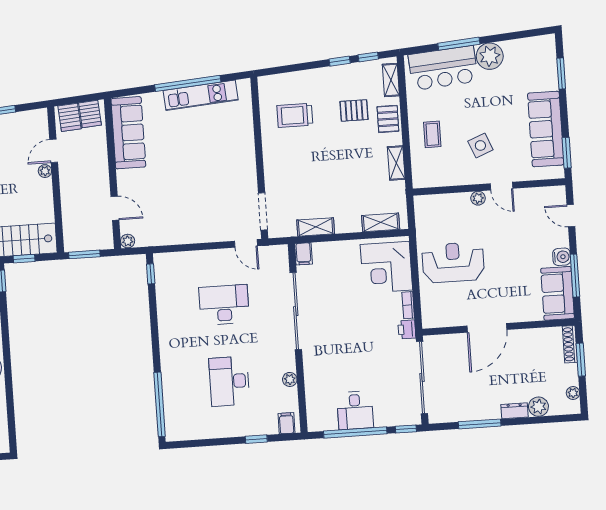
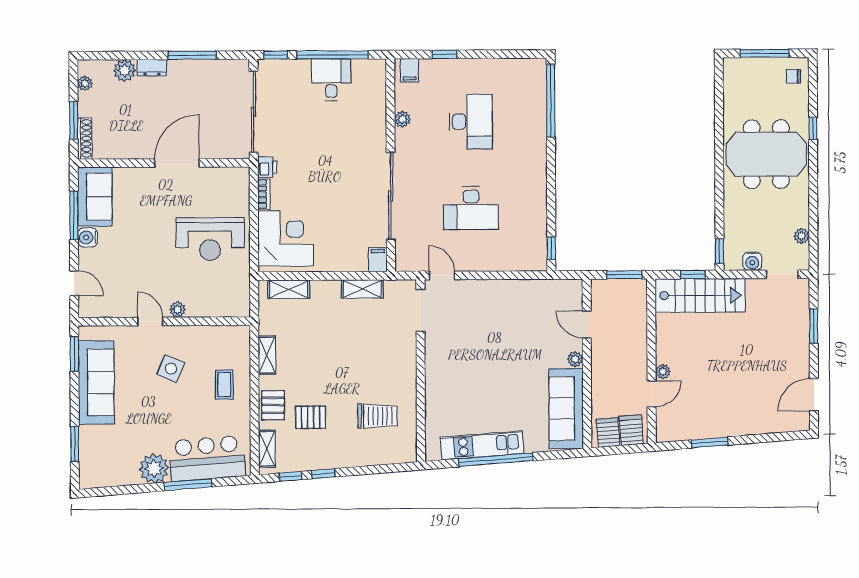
side table: (480, 145) -> (171, 369), turned 45
plant: (128, 241) -> (575, 359), moved

